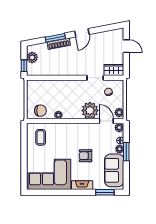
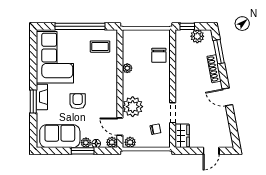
window: (55, 38) -> (219, 52), moved
chair: (40, 111) -> (159, 55), moved
door: (106, 121) -> (120, 127), swing flipped
window: (24, 154) -> (80, 26), added
window: (105, 192) -> (33, 101), moved

